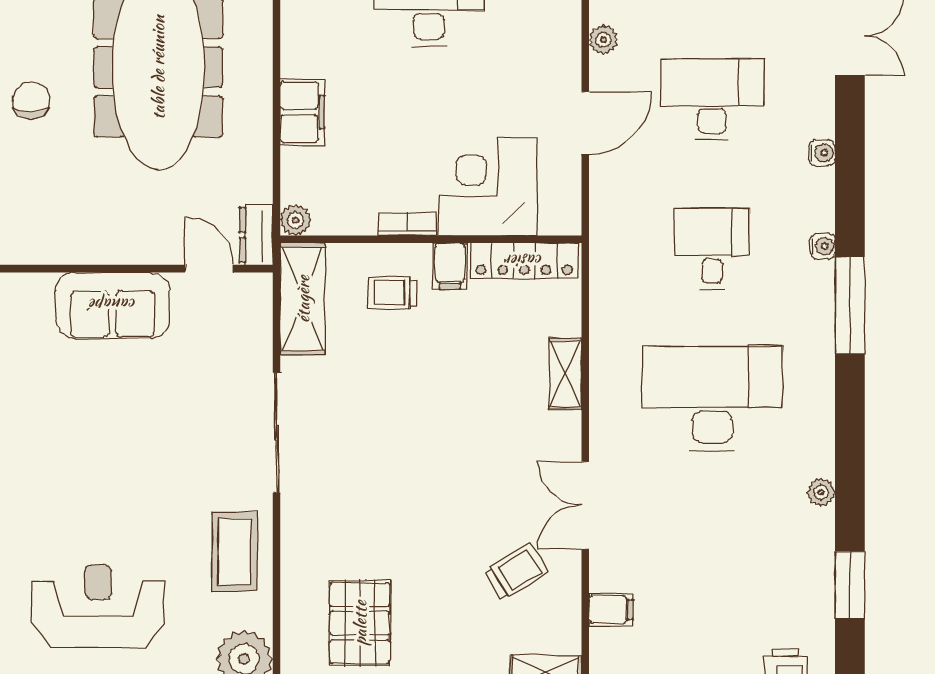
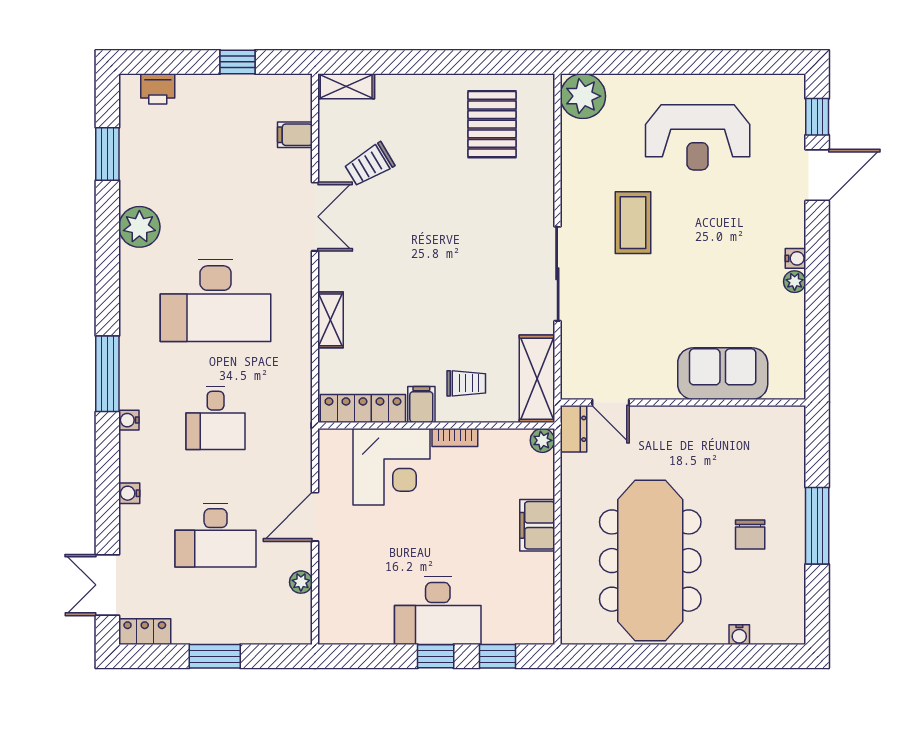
sofa: (113, 305) -> (723, 374), moved
plant: (821, 492) -> (139, 227), width x1.88, depth x1.88
coffee table: (234, 551) -> (633, 223), moved

